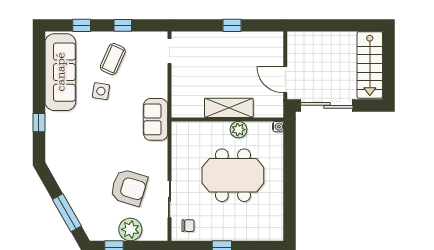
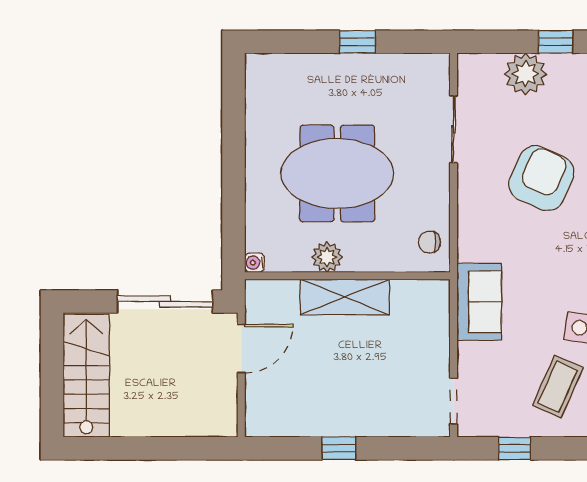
window: (123, 25) -> (515, 448), moved
door: (285, 80) -> (241, 349), hinge flipped
sofa: (156, 119) -> (479, 302), moved
armchair: (129, 187) -> (541, 178), moved, turned 97
chair: (188, 226) -> (429, 242), moved

